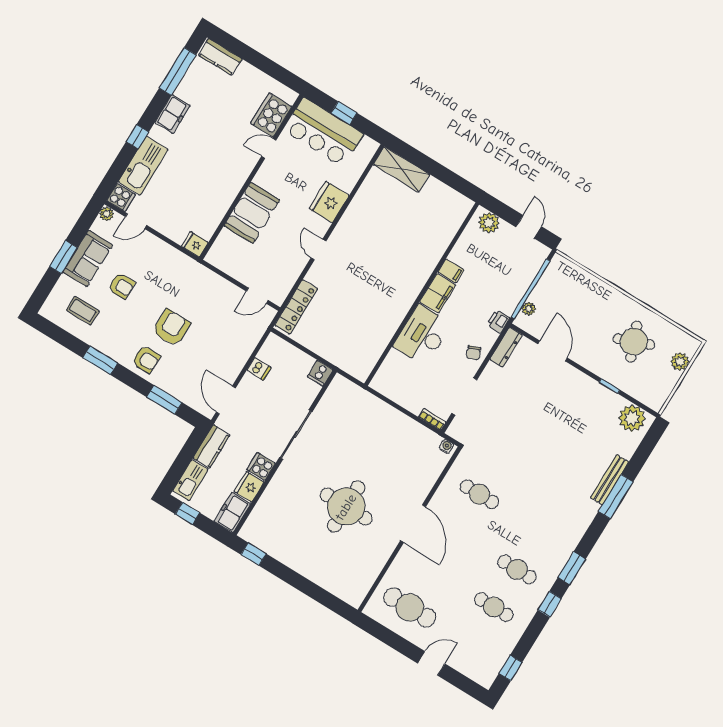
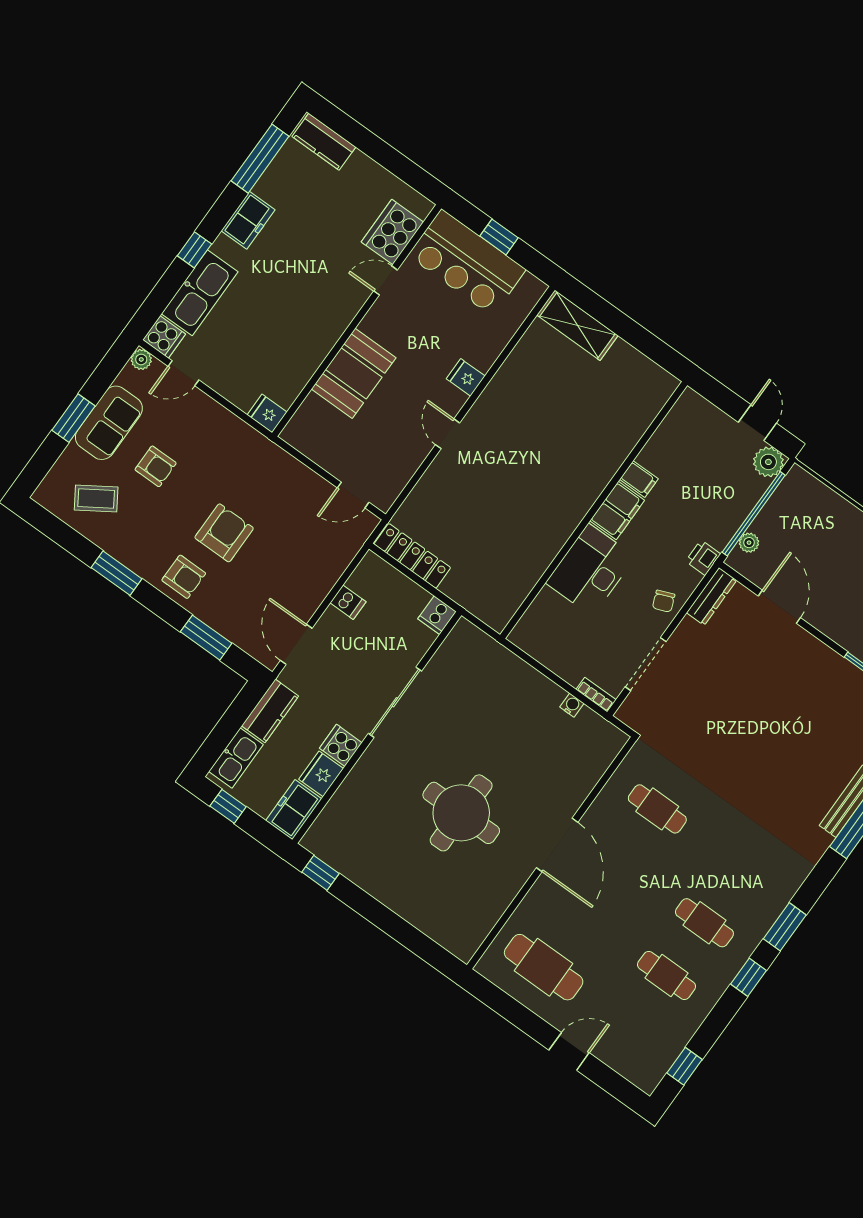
fridge: (329, 202) -> (466, 377), width x0.53, depth x0.75
plant: (489, 223) -> (768, 462), moved
locker: (296, 307) -> (412, 556), moved, turned -90
coffee table: (83, 311) -> (96, 499), turned -33
water cooler: (446, 446) -> (572, 705), moved

